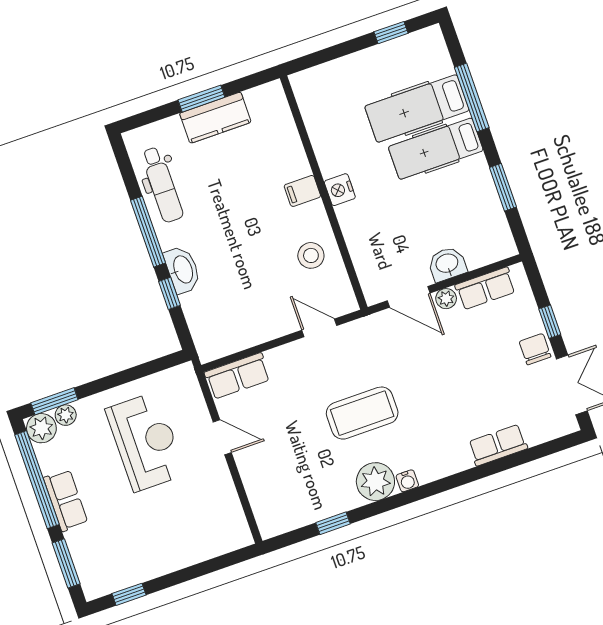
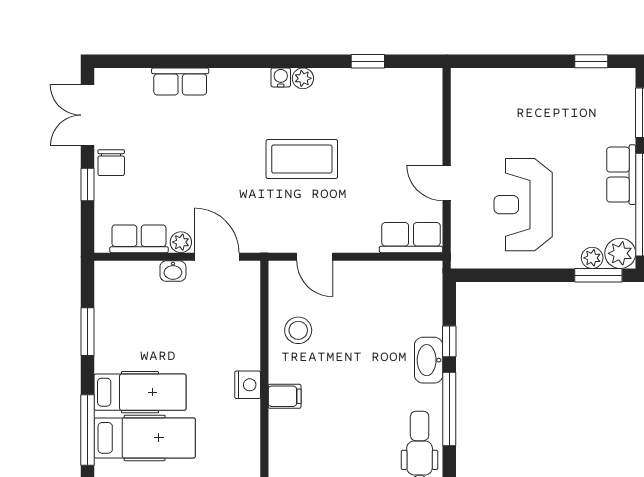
washbasin: (447, 264) -> (173, 271), width x0.72, depth x0.69
plant: (375, 482) -> (303, 78), width x0.53, depth x0.53

